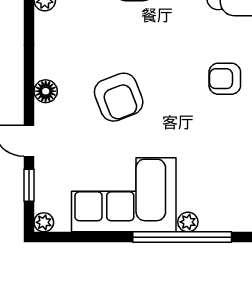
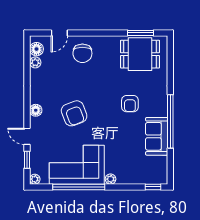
armchair: (225, 79) -> (130, 104), turned -90
window: (182, 237) -> (79, 187), moved

